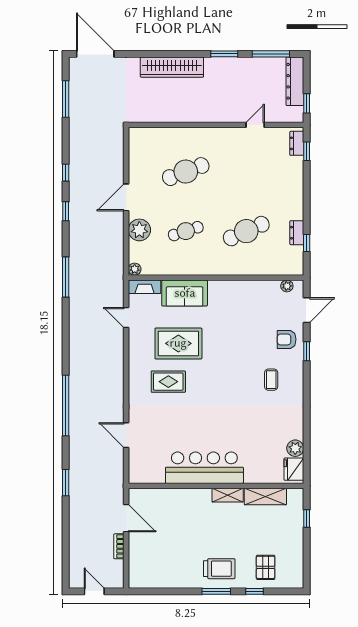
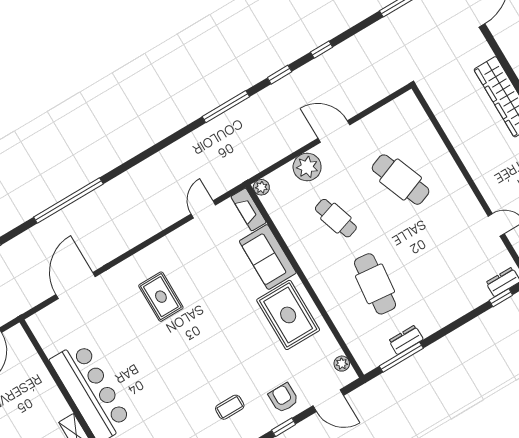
cafe table: (246, 231) -> (375, 284), turned 30
window: (307, 243) -> (401, 357), width x2.17
window: (66, 277) -> (226, 107), moved
rug: (178, 343) -> (288, 315), moved
door: (126, 435) -> (76, 286), width x1.36

